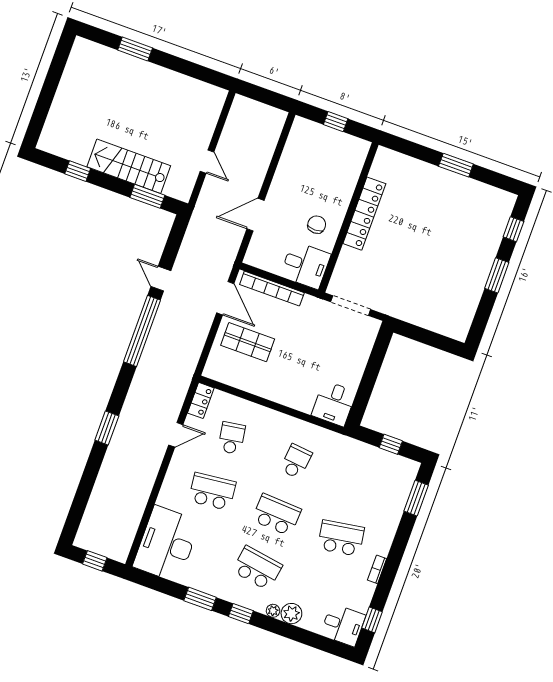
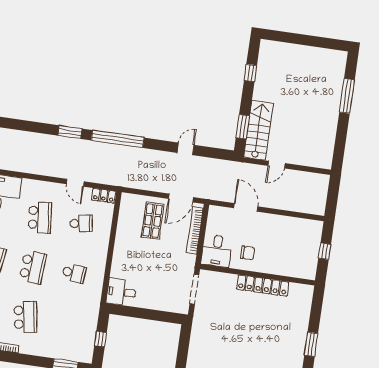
window: (135, 49) -> (347, 96), width x1.44
stairs: (129, 166) -> (258, 130), moved
window: (142, 331) -> (118, 139), moved

